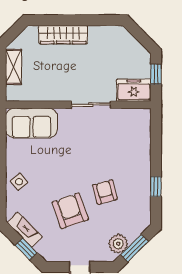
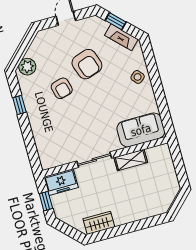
wardrobe: (63, 35) -> (99, 223), moved, width x0.67
shelving: (13, 67) -> (131, 160), moved, turned 90
plant: (118, 244) -> (27, 67), moved
window: (135, 248) -> (23, 47), removed

